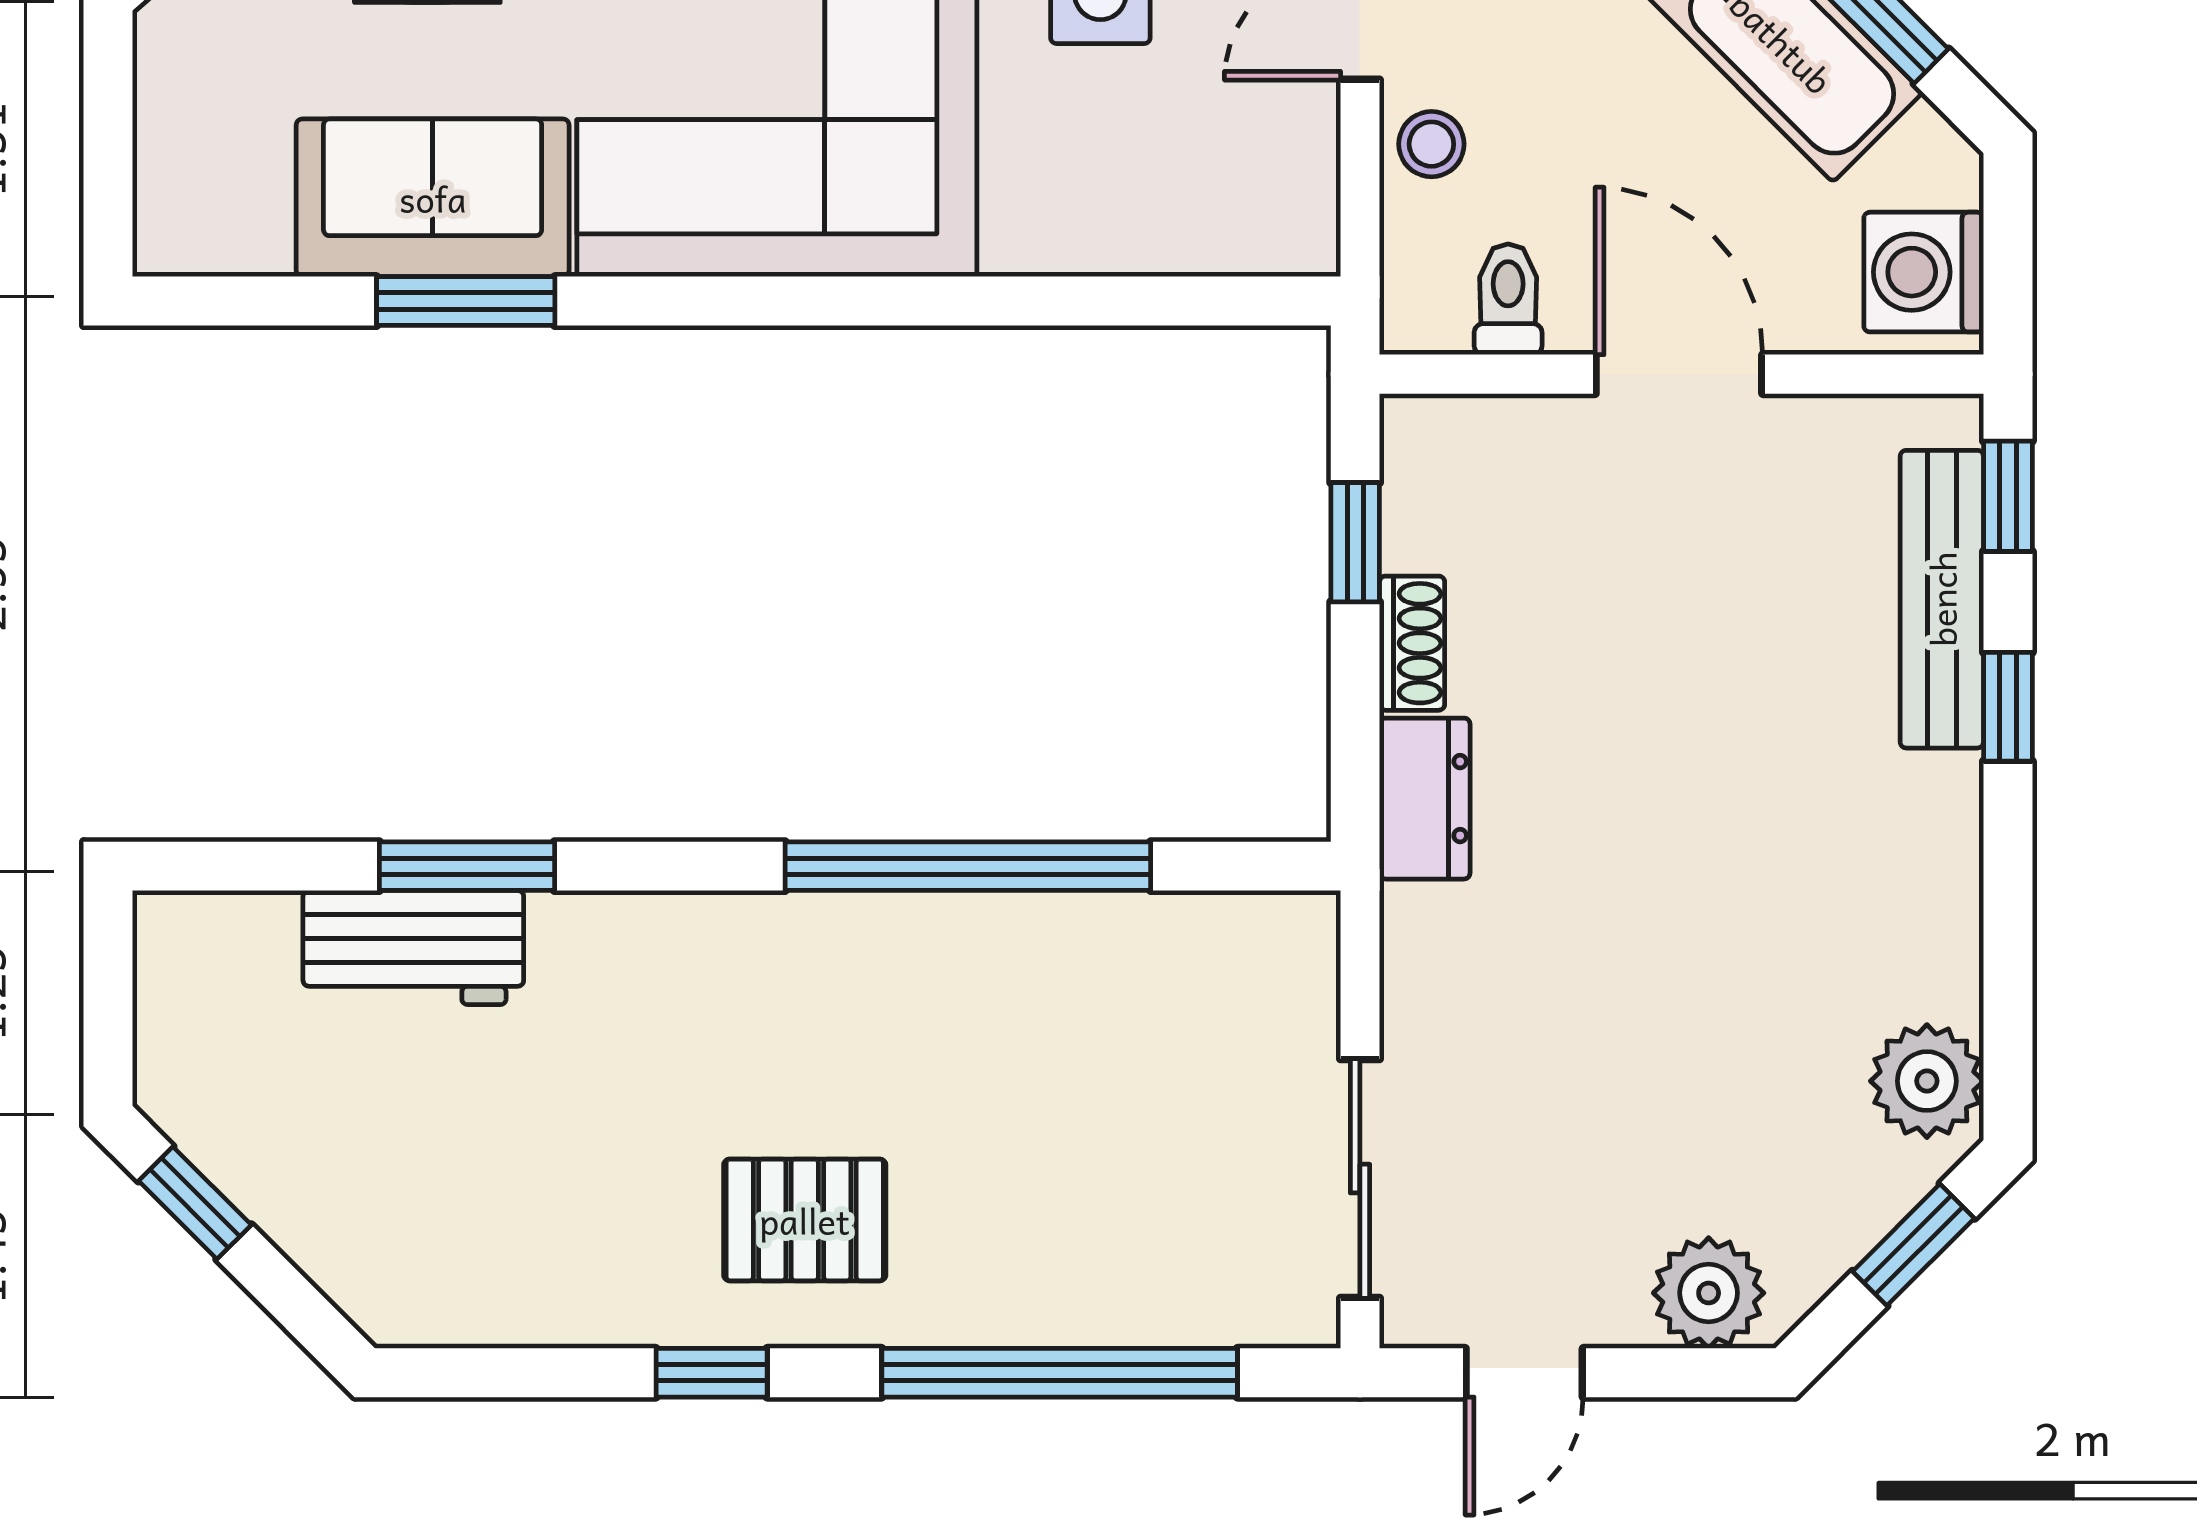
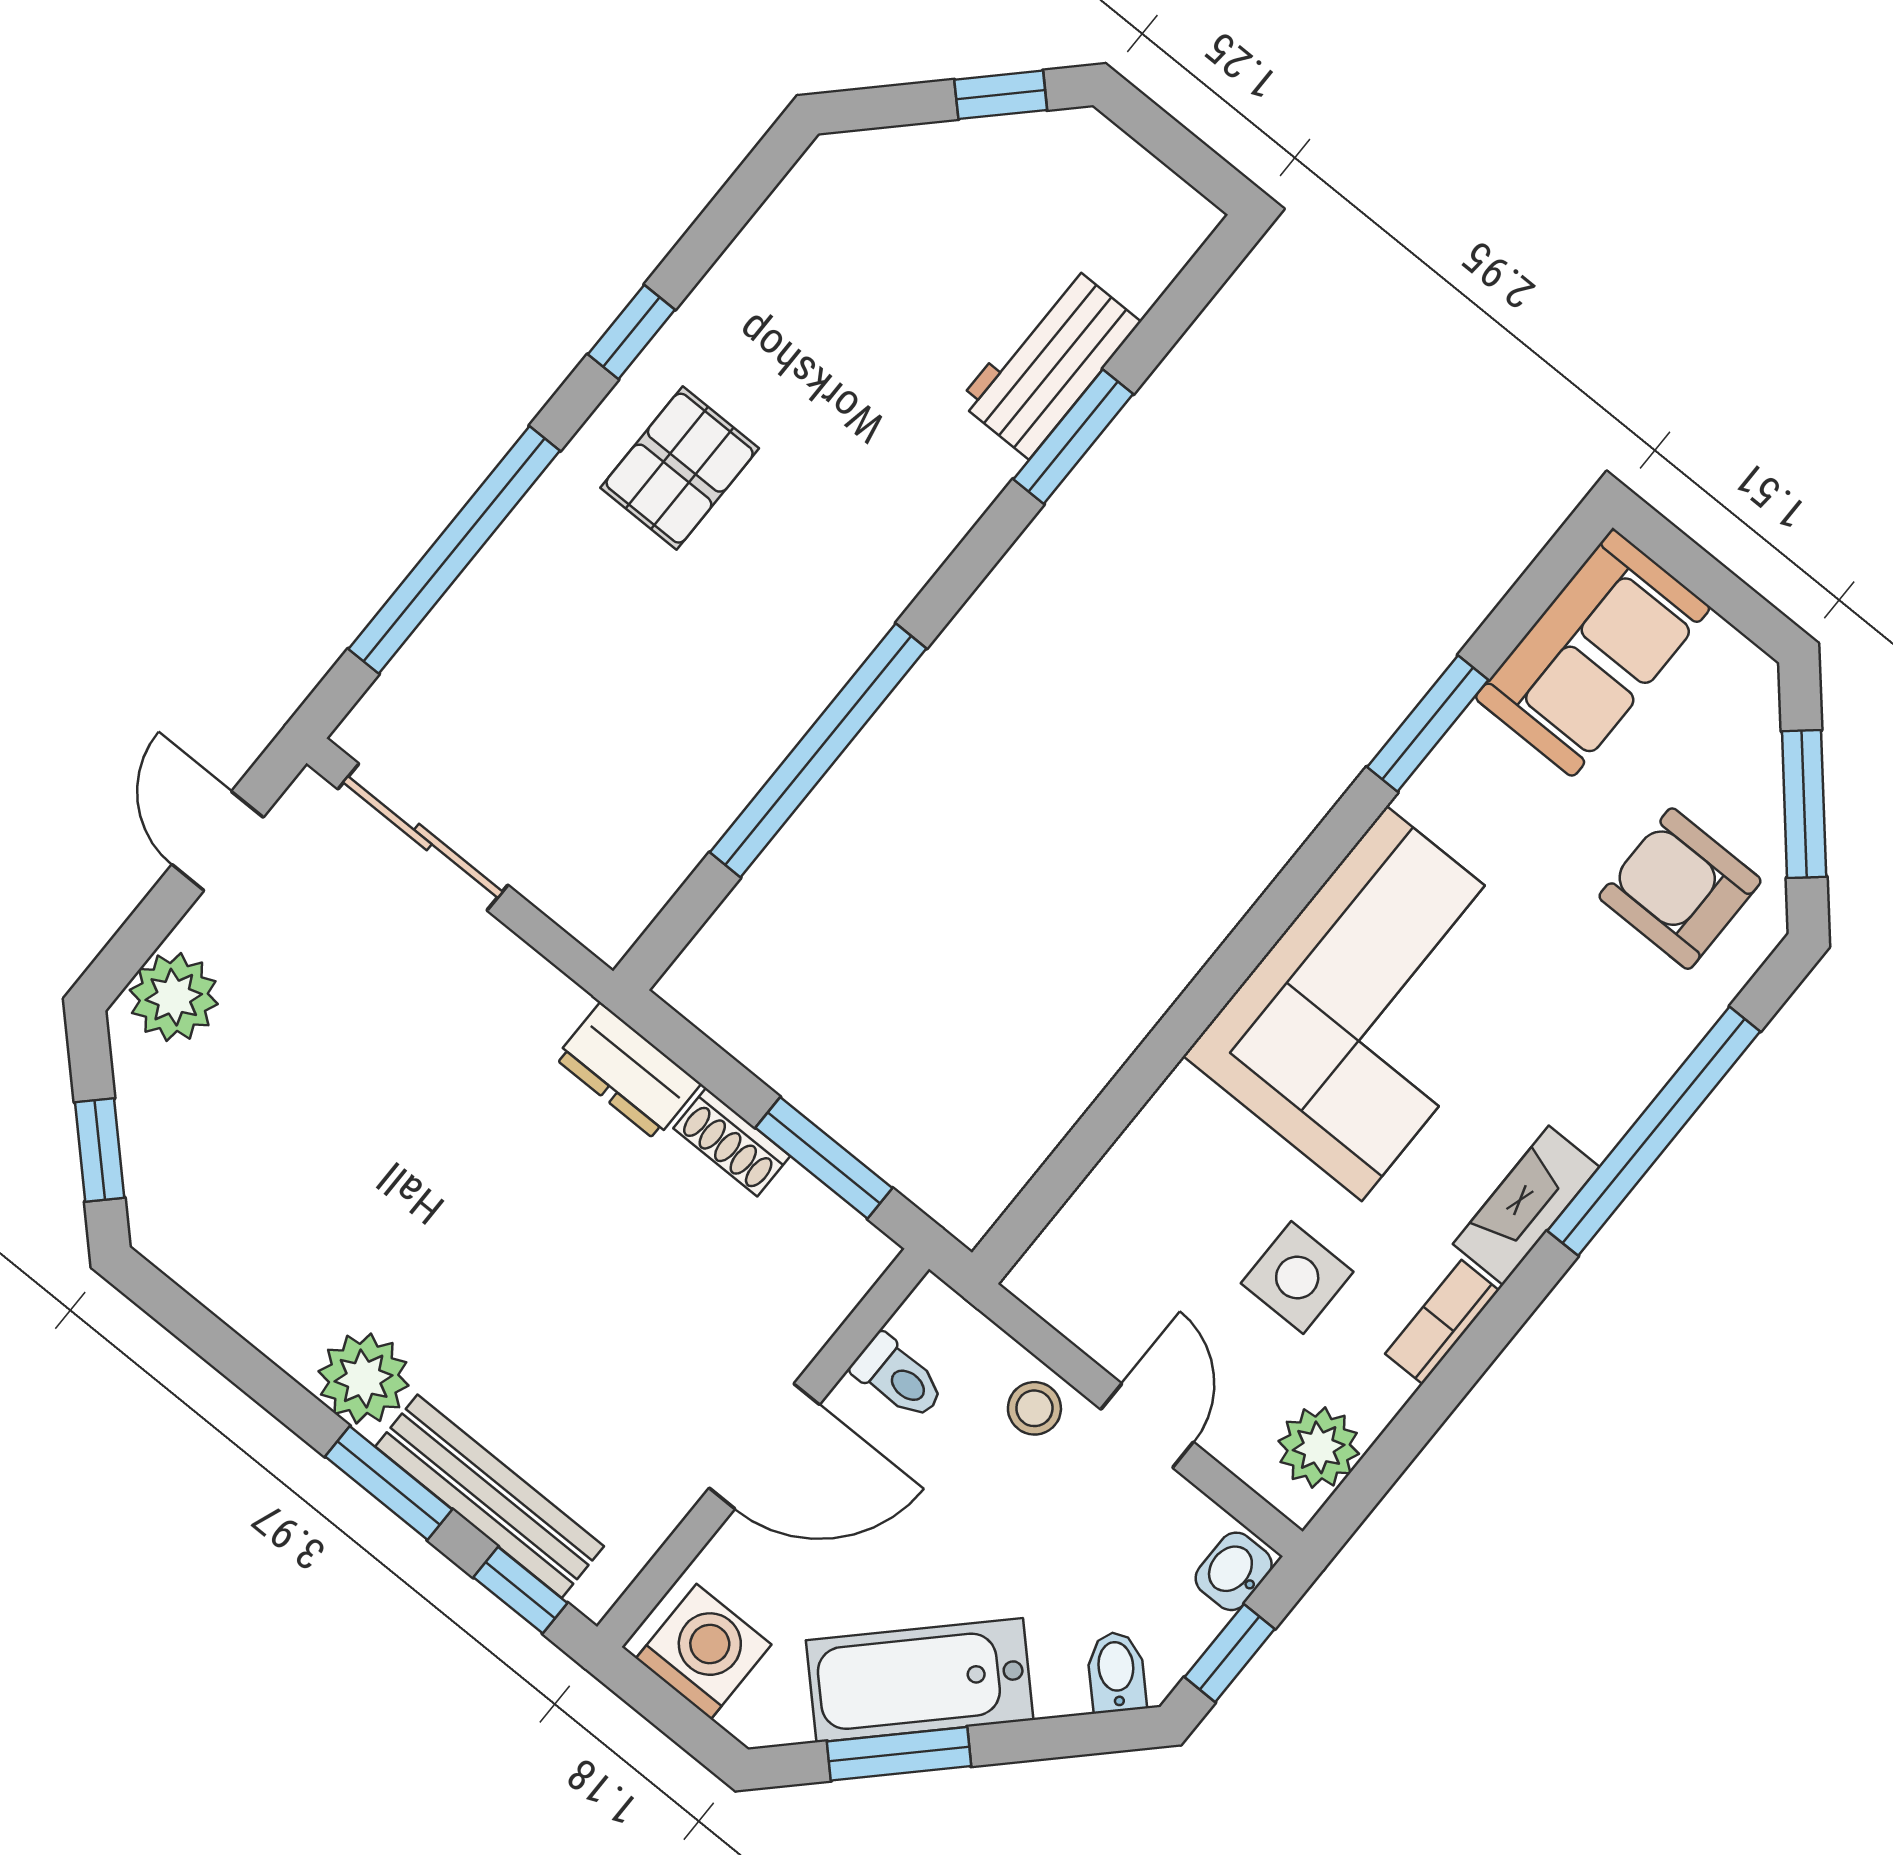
sofa: (433, 198) -> (1593, 653), moved
window: (1355, 542) -> (824, 1158), width x1.50
window: (2008, 707) -> (389, 1483), width x1.50
plant: (1927, 1081) -> (364, 1378), moved

